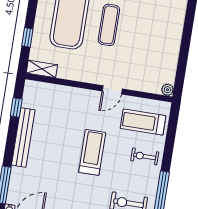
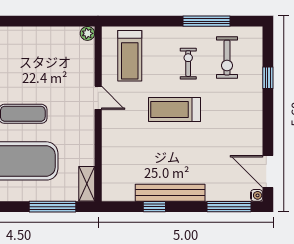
window: (27, 37) -> (53, 207), width x2.17
window: (16, 107) -> (154, 207), moved
exercise bike: (145, 156) -> (188, 64), moved, turned 180

